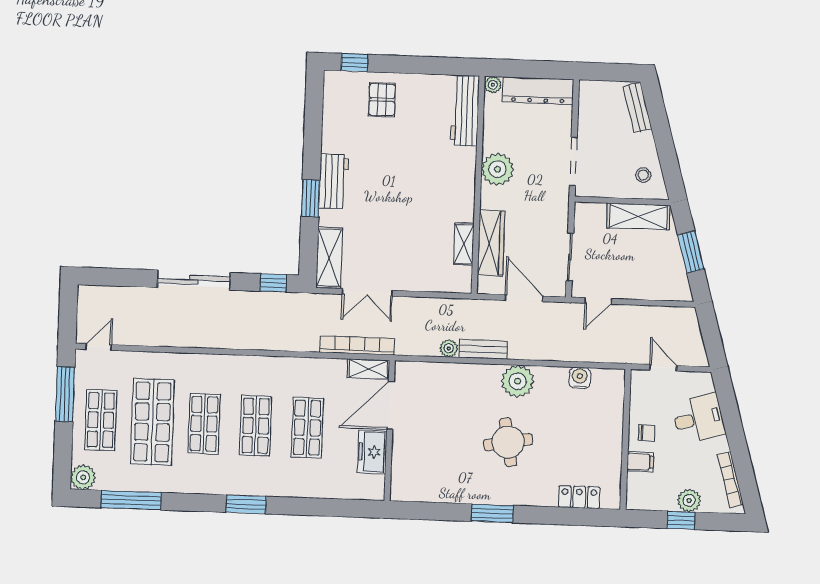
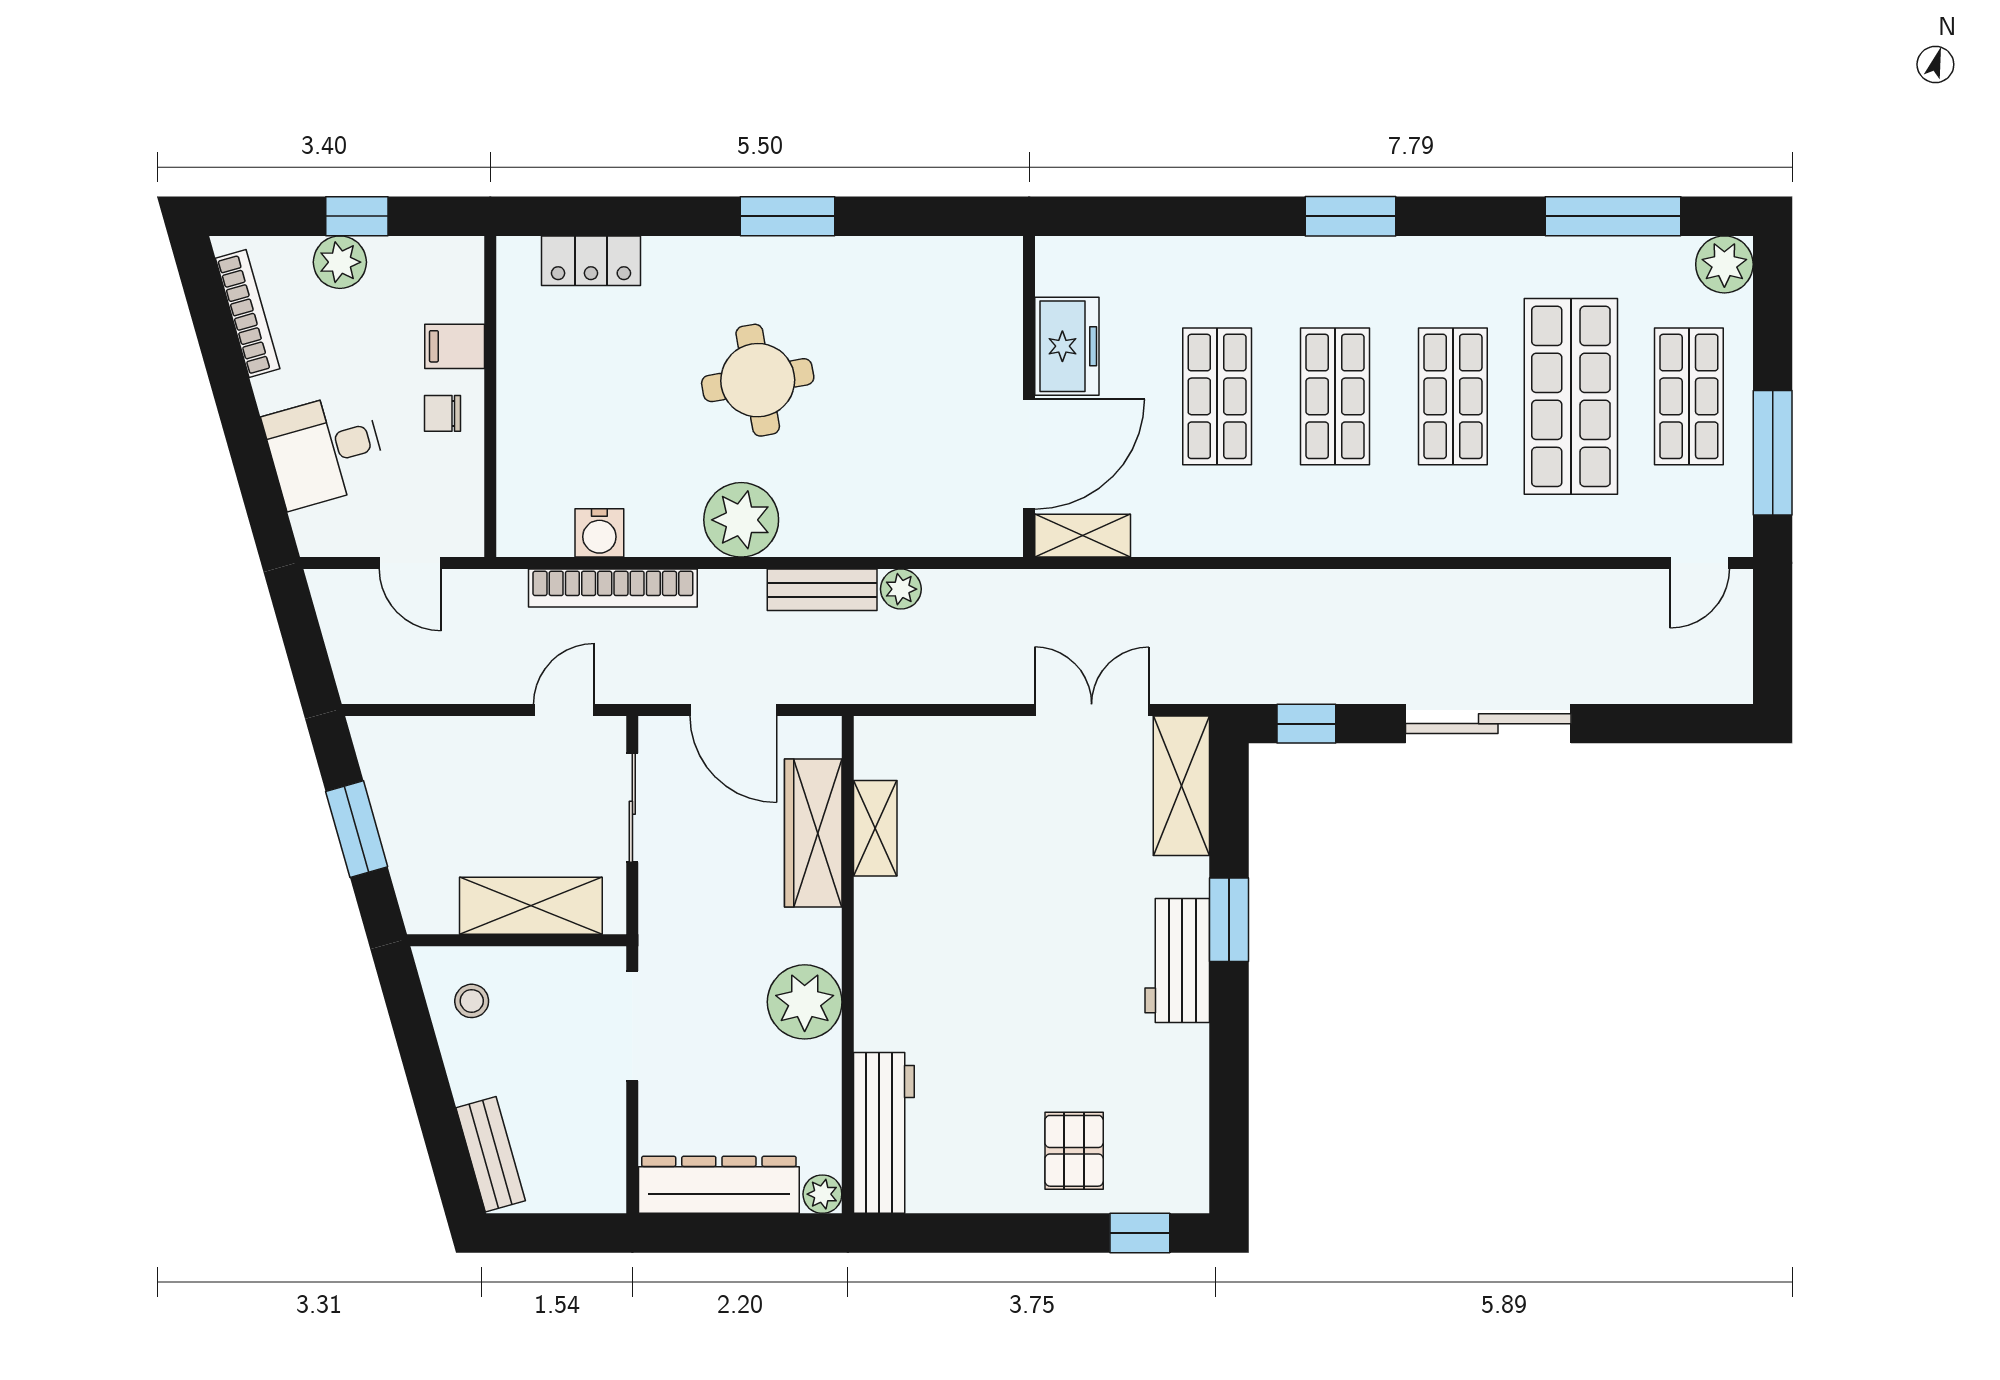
shelving: (638, 217) -> (531, 906), moved
bookcase: (357, 345) -> (613, 588), moved

